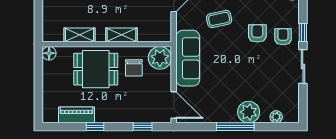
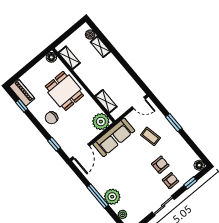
window: (303, 33) -> (190, 183), moved
shelving: (80, 35) -> (69, 58), moved
shelving: (122, 35) -> (106, 101), moved
chair: (134, 68) -> (52, 118), moved
piano: (76, 115) -> (22, 92), moved
window: (95, 127) -> (22, 106), moved

